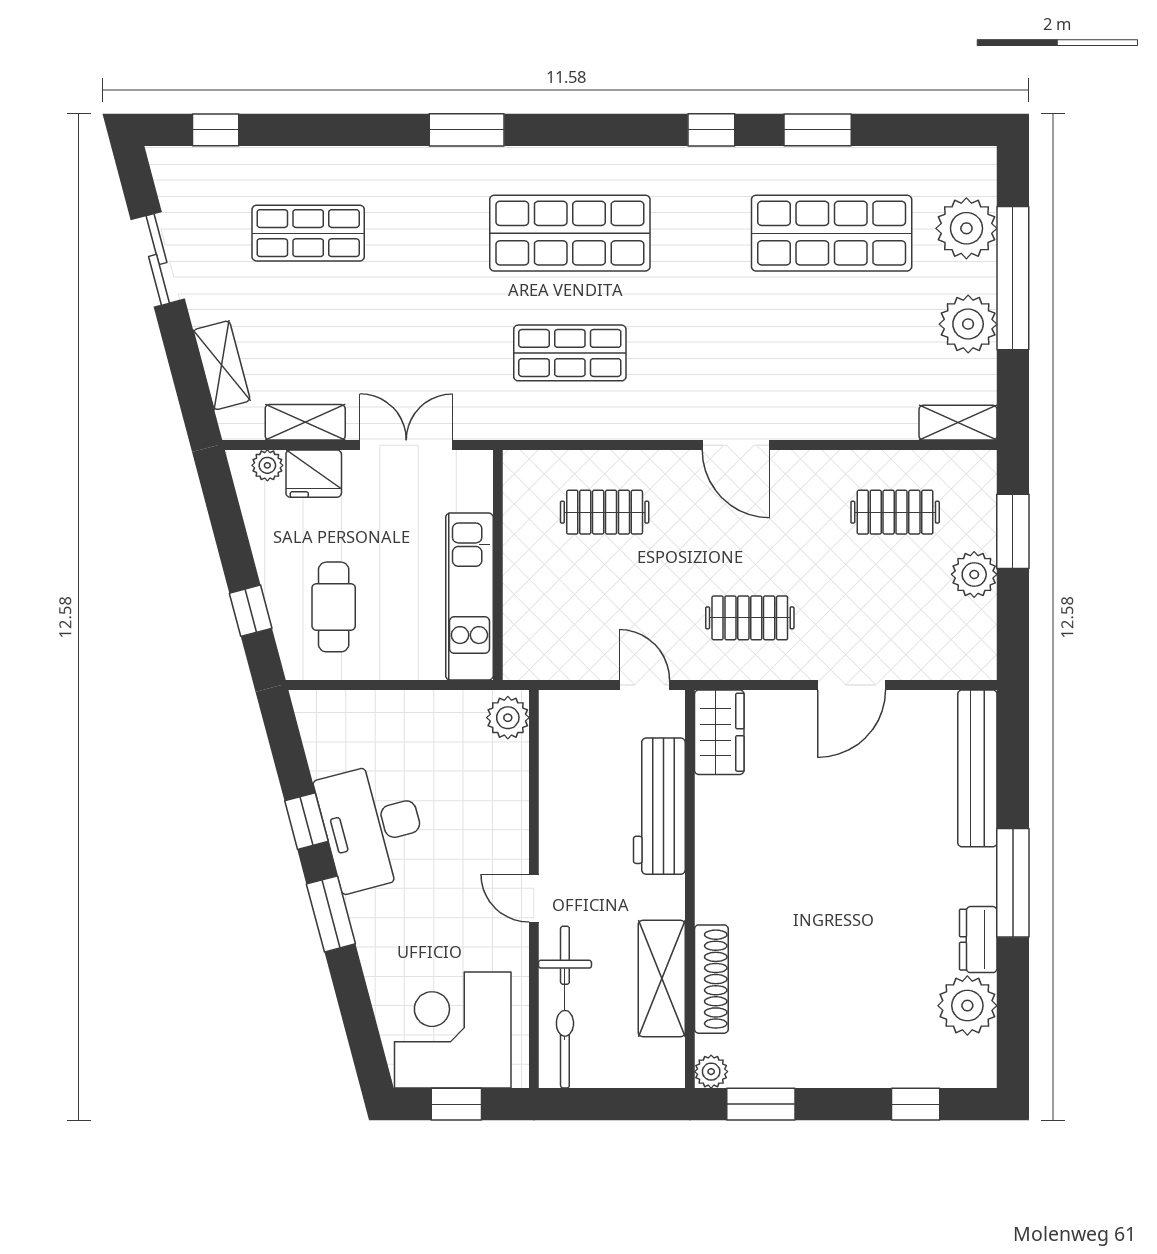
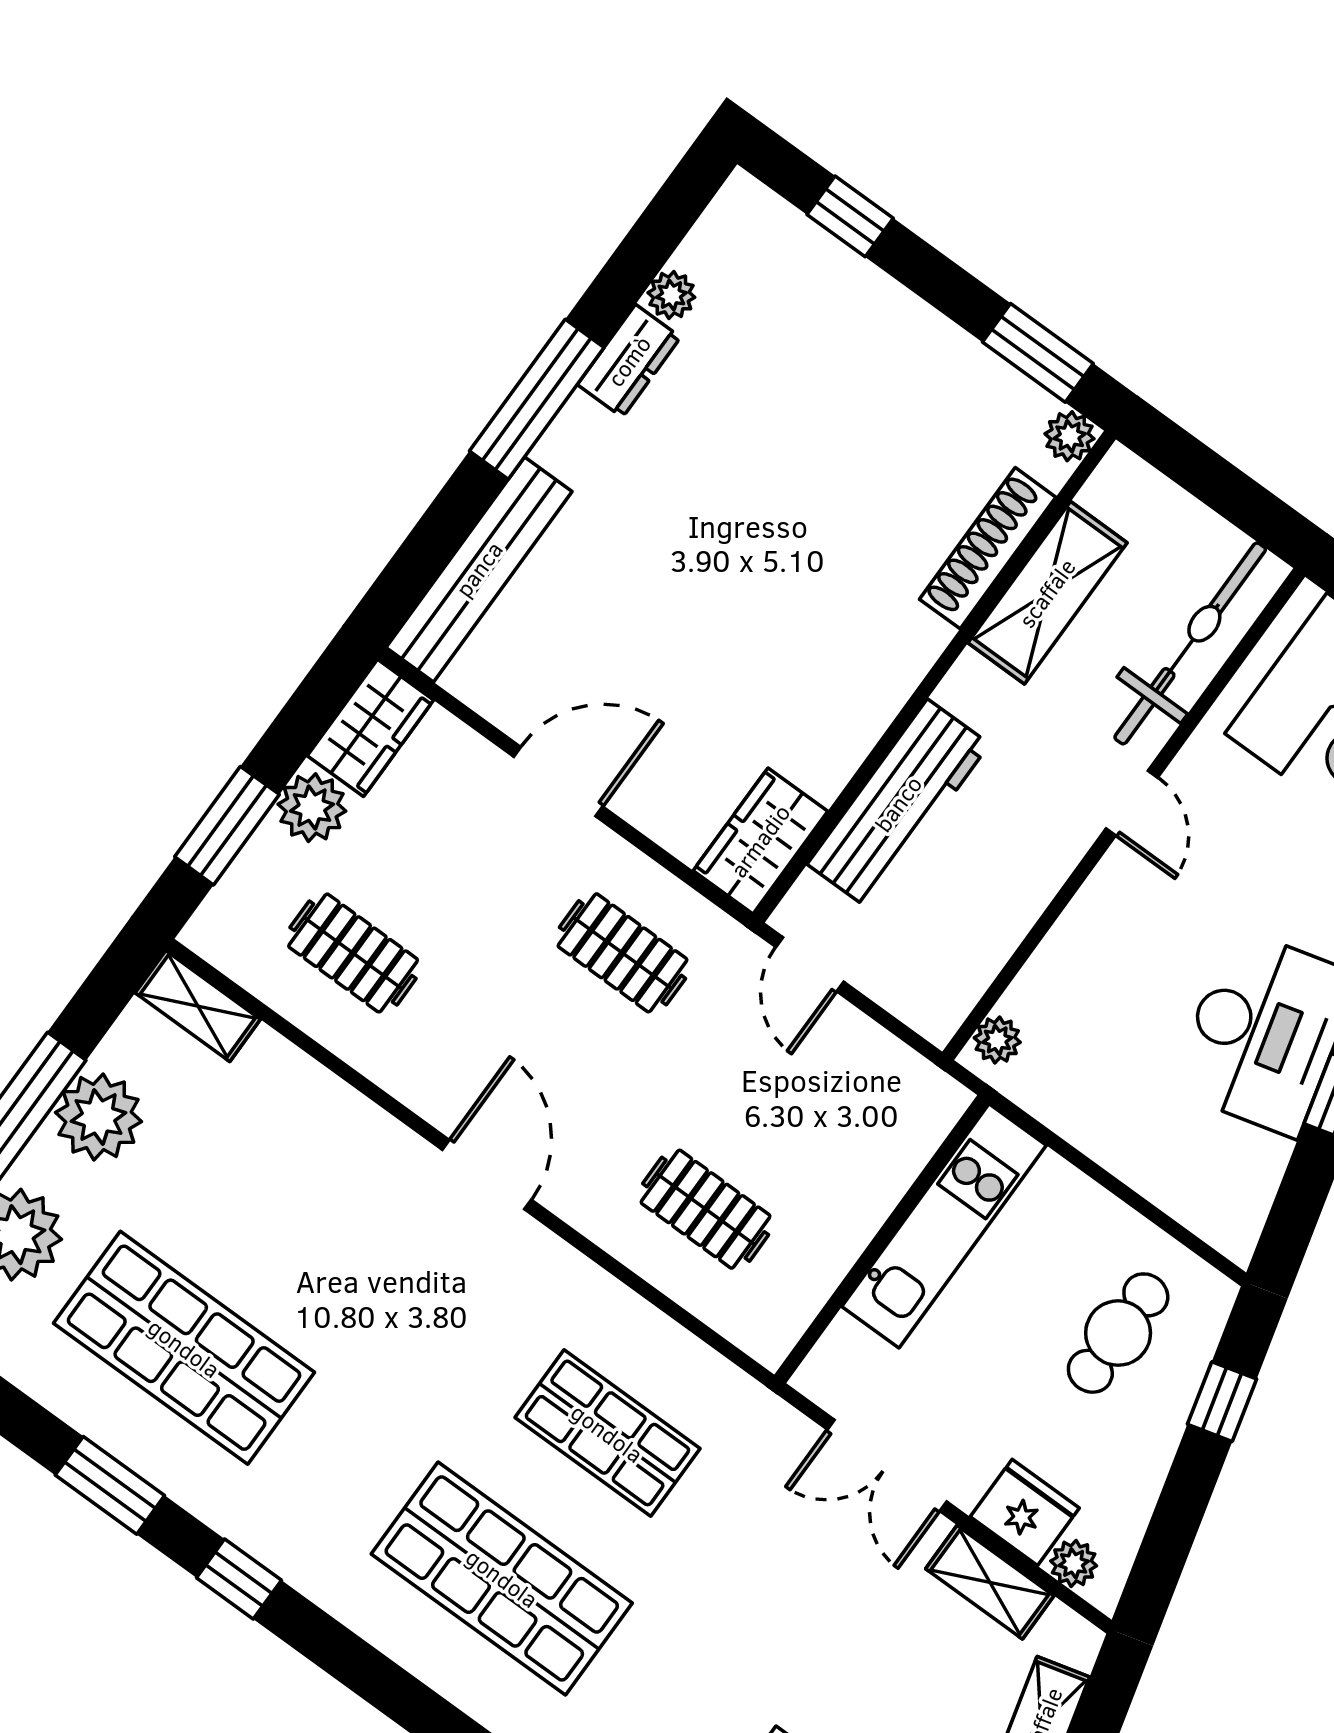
wardrobe: (974, 640) -> (370, 728), added
plant: (508, 718) -> (997, 1040), width x0.73, depth x0.73
plant: (967, 1006) -> (671, 295), width x0.53, depth x0.53

